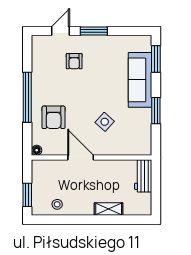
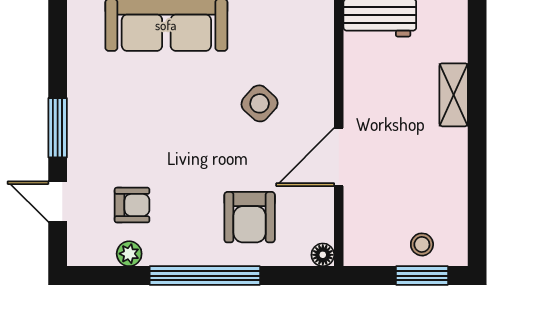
armchair: (74, 61) -> (132, 205), moved
plant: (37, 63) -> (129, 254), added
armchair: (54, 117) -> (250, 217), turned 90
stool: (57, 204) -> (422, 244), moved

